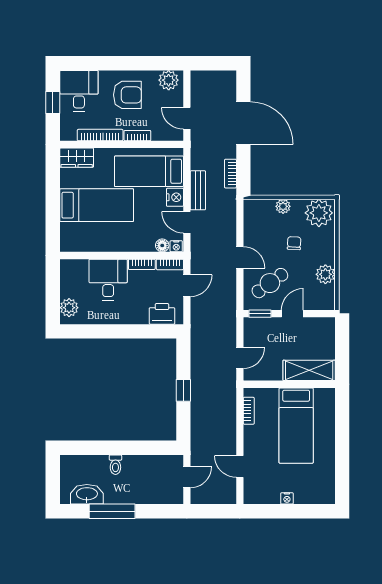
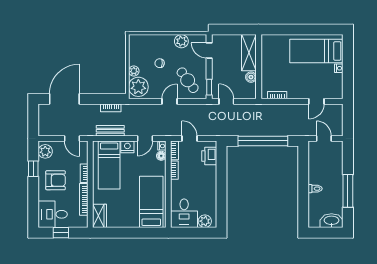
window: (144, 63) -> (33, 169), added
armchair: (127, 95) -> (56, 180), turned 90
door: (187, 118) -> (72, 138), hinge flipped
door: (243, 123) -> (64, 99), moved
bench: (198, 190) -> (110, 131), moved
bed: (97, 205) -> (151, 202), moved
plant: (319, 213) -> (138, 87), moved
desk: (108, 280) -> (184, 213), moved, turned -90
door: (292, 314) -> (209, 50), moved
door: (240, 358) -> (226, 101), moved
boiler: (274, 373) -> (251, 77), added
window: (183, 390) -> (263, 141), width x3.17
bed: (296, 426) -> (316, 51), moved, turned 180
washbasin: (87, 494) -> (331, 221), moved, turned 90

